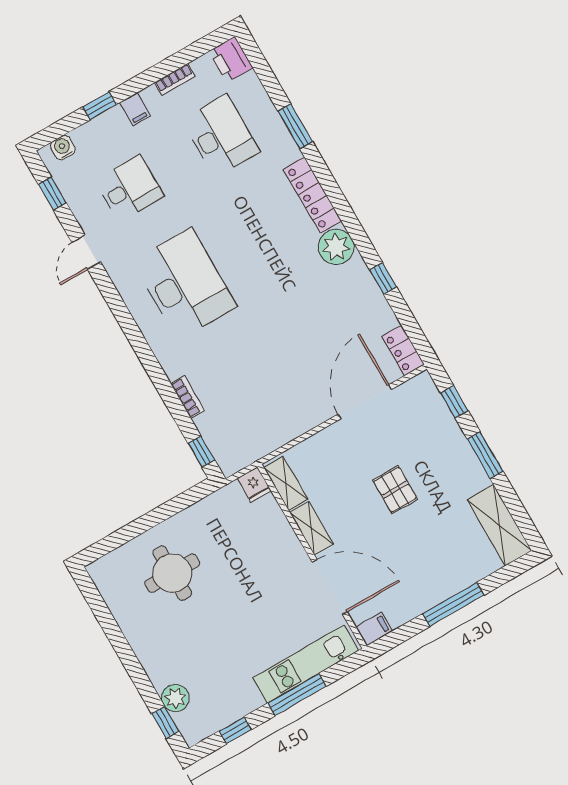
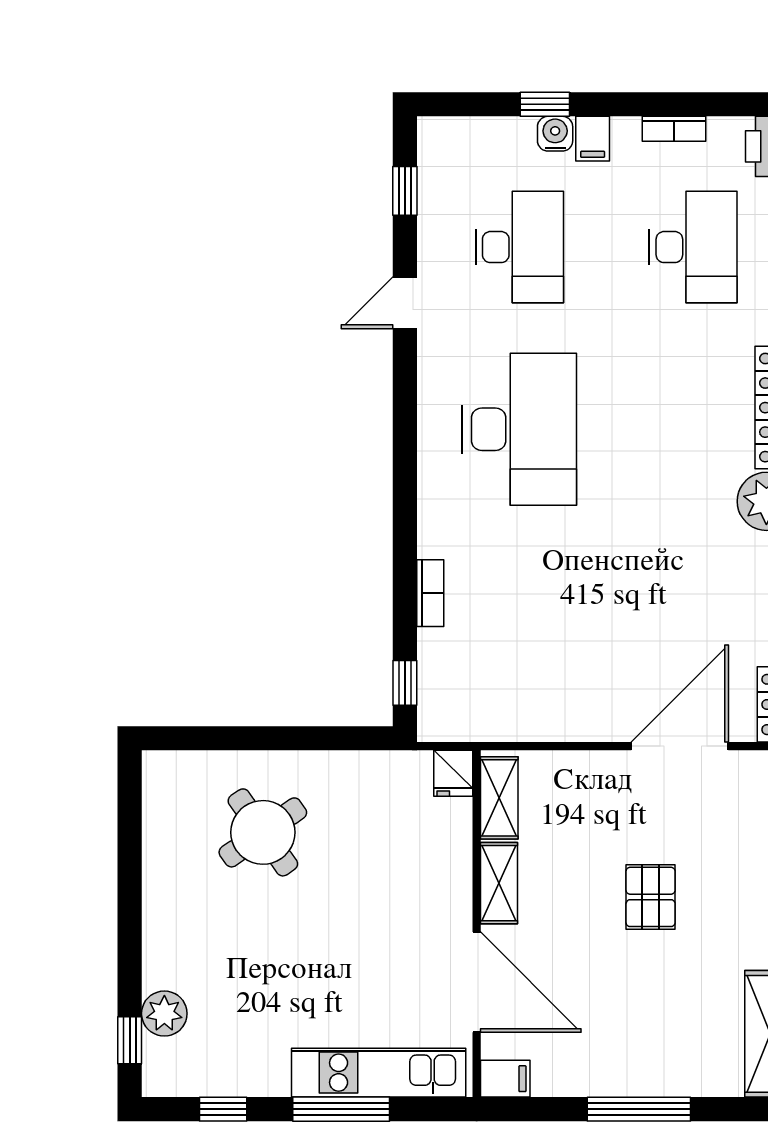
water cooler: (63, 148) -> (555, 134), moved
desk: (129, 188) -> (519, 247), width x1.37
round table: (172, 573) -> (263, 832), turned -35

